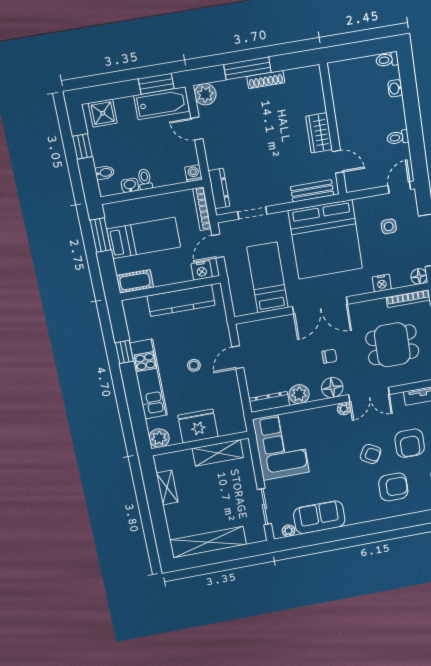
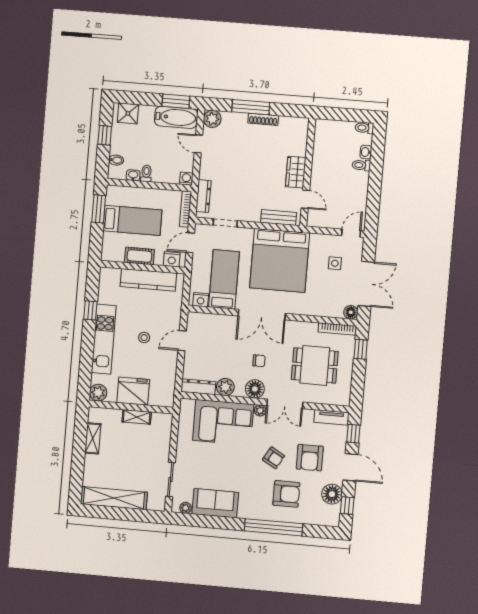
toilet: (398, 137) -> (361, 165), moved
cot: (135, 281) -> (139, 256), moved
nightstand: (382, 283) -> (201, 300), moved
corner sofa: (281, 446) -> (223, 422), moved, turned 90
shelving: (218, 453) -> (137, 417), width x0.67, depth x0.75
window: (388, 524) -> (274, 527), added

